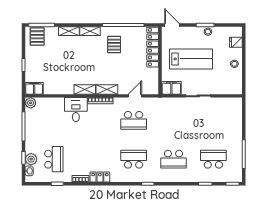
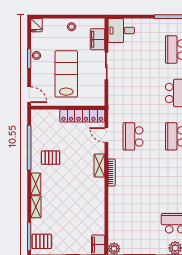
door: (172, 25) -> (29, 95), swing flipped
fridge: (236, 42) -> (37, 25), moved
locker: (153, 47) -> (82, 116), moved
filing cabinet: (171, 88) -> (98, 39), moved
shelving: (85, 89) -> (99, 190), removed
desk: (76, 110) -> (121, 31), moved
school desk: (134, 120) -> (133, 136), turned 180

